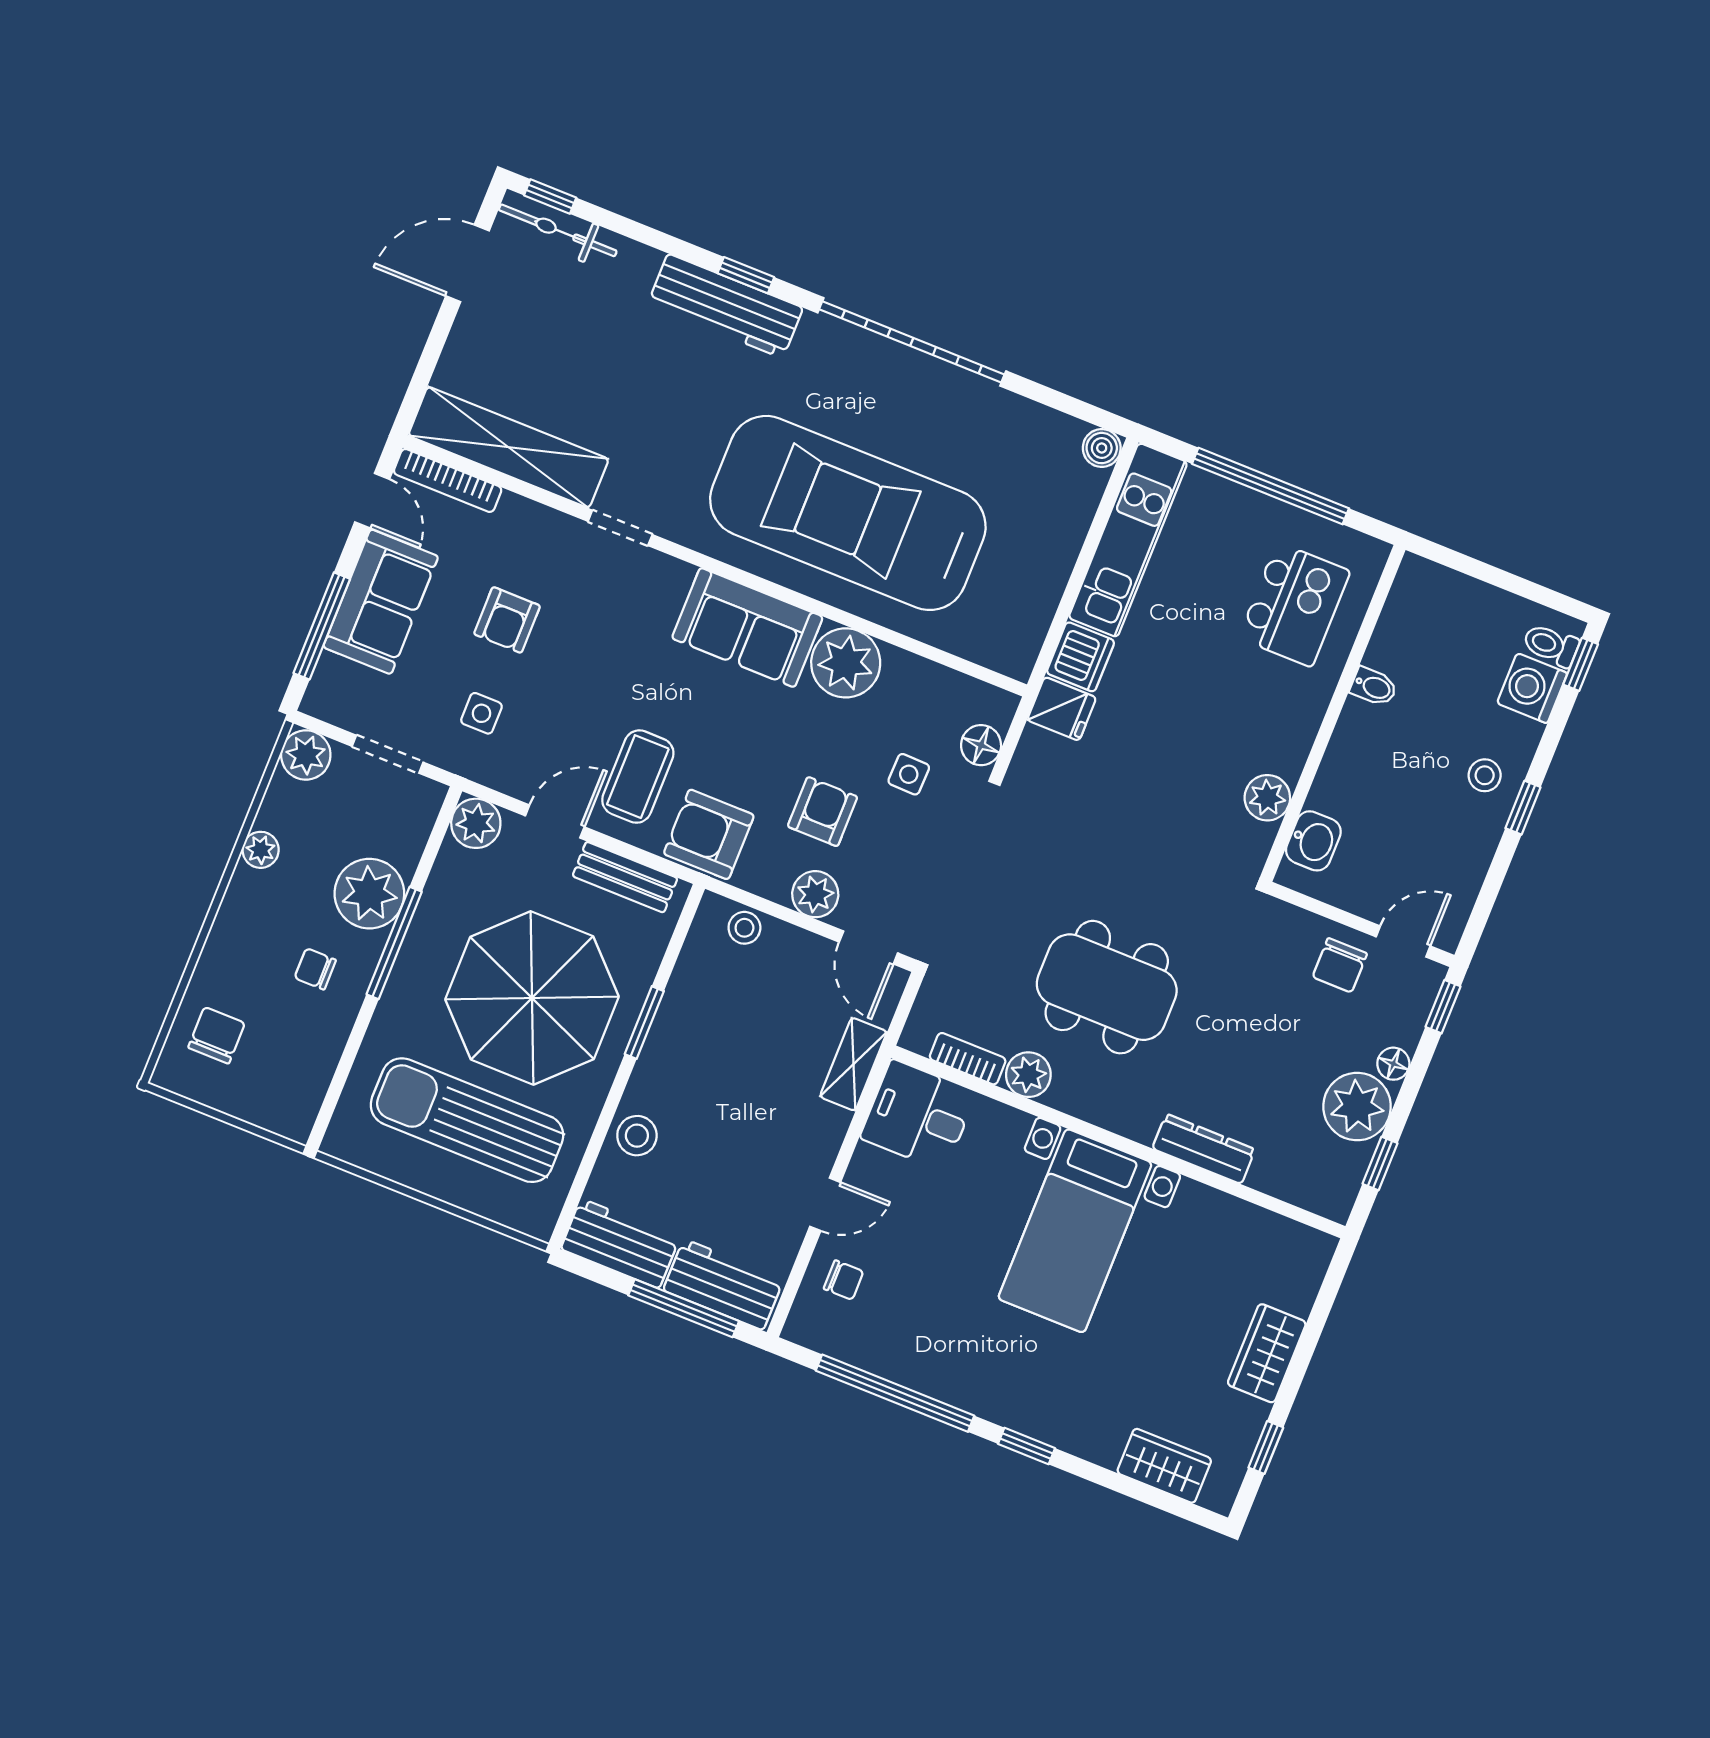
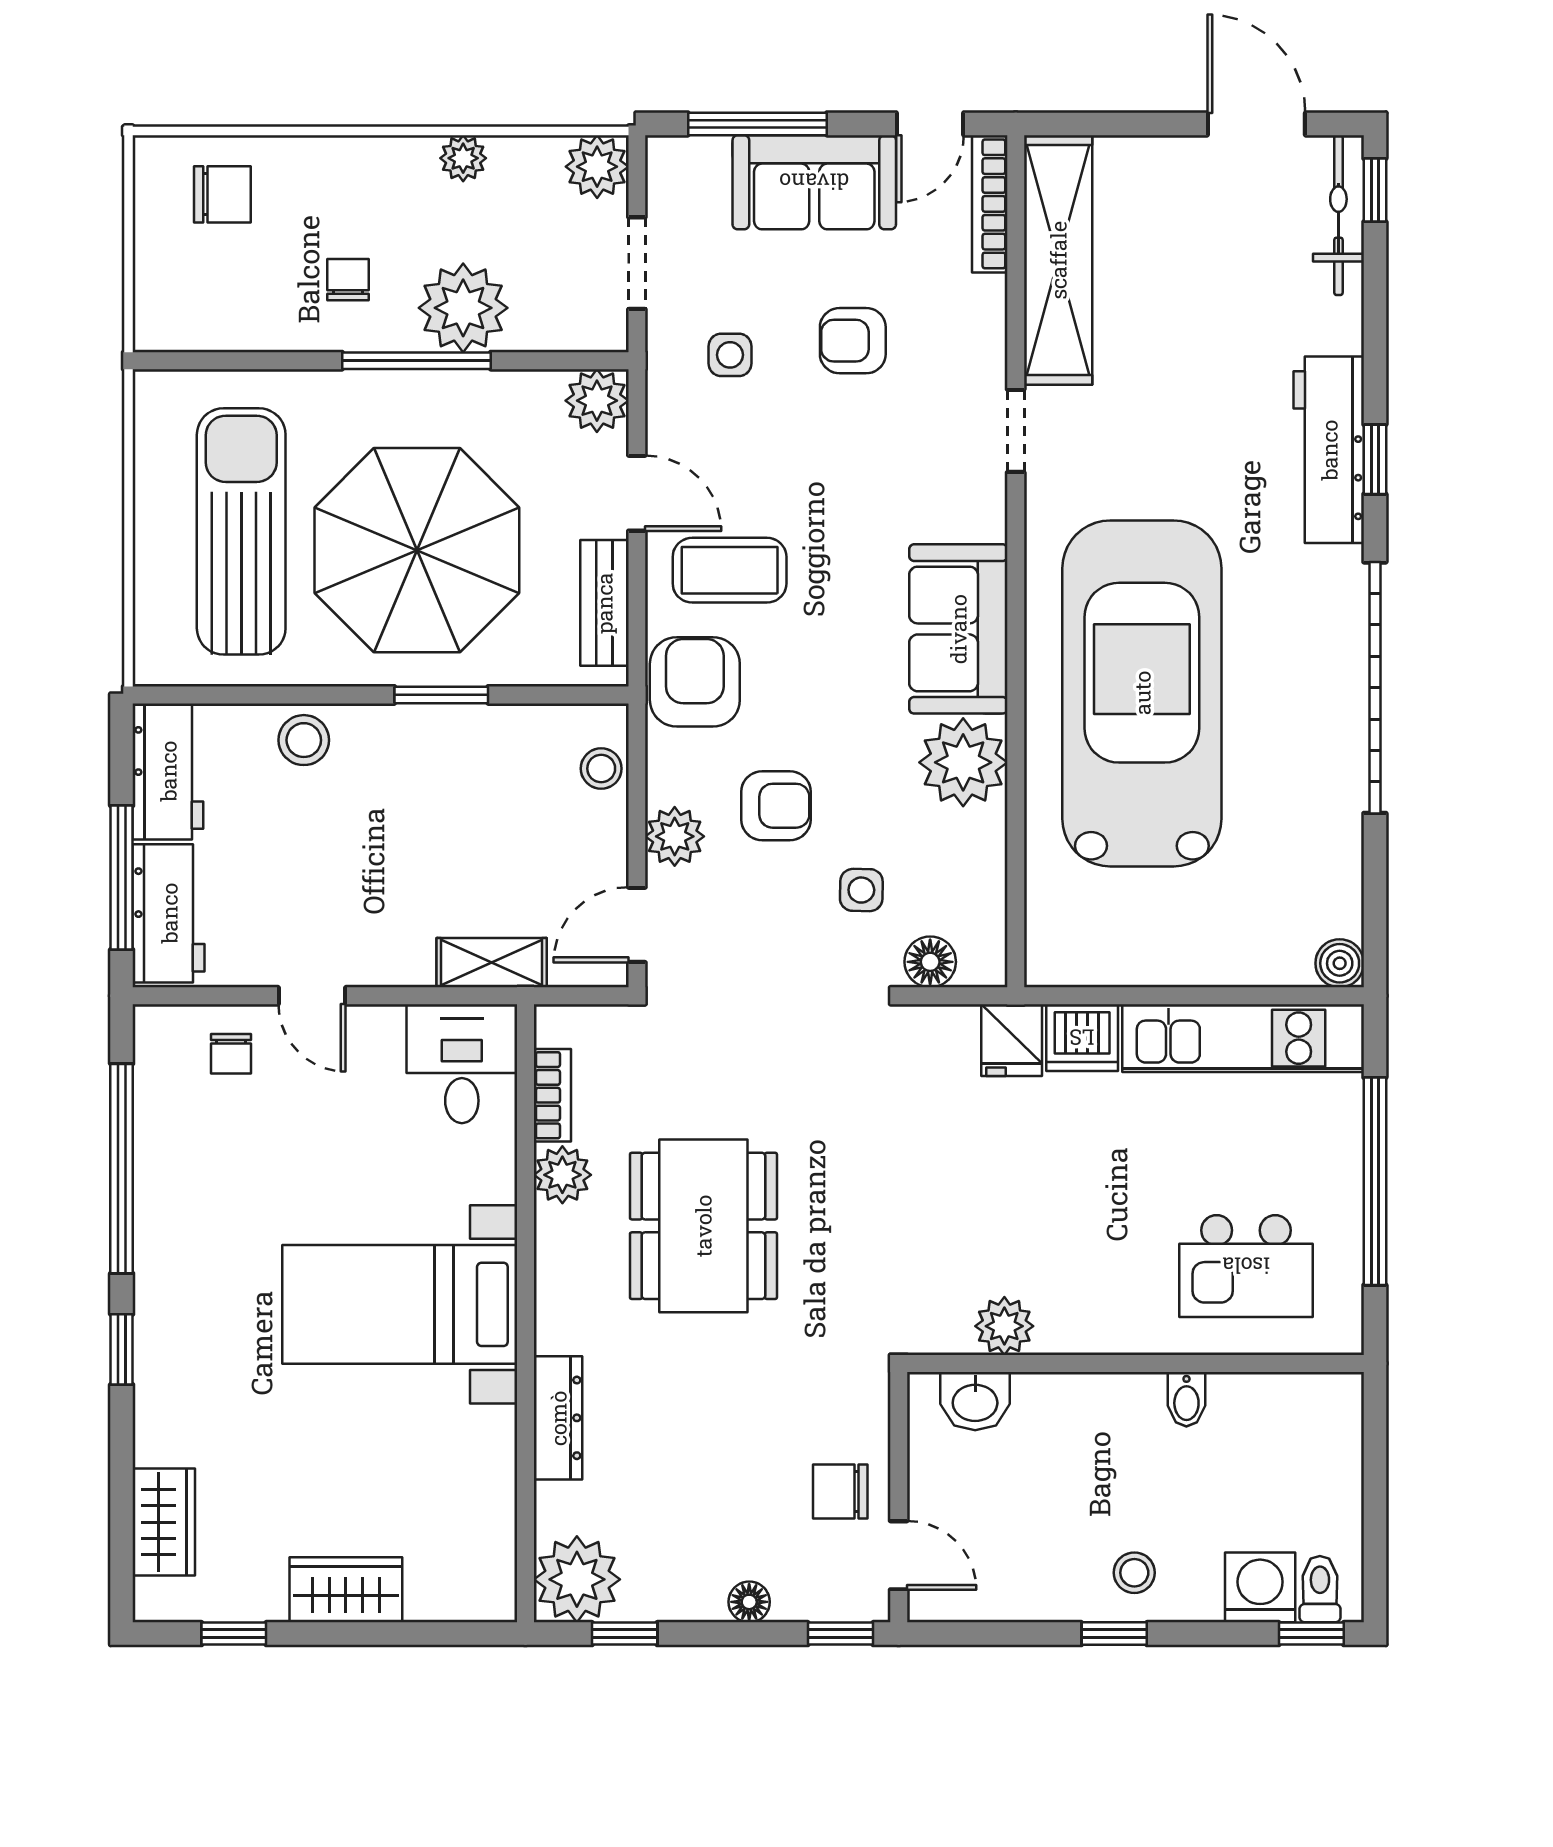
plant: (1357, 1107) -> (577, 1579), moved

